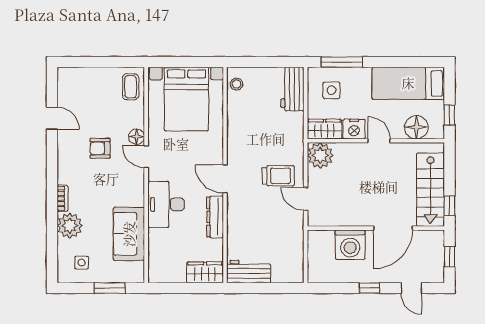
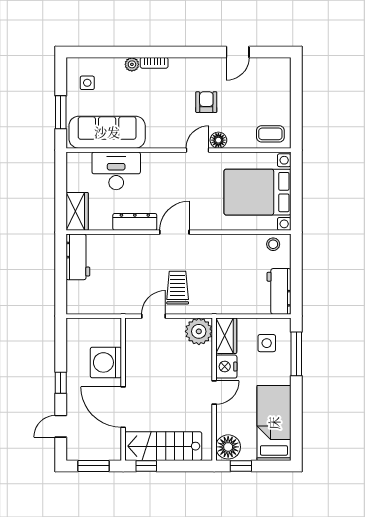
workbench: (292, 89) -> (279, 291), moved, turned -90
floor lamp: (416, 127) -> (228, 447), moved
trolley: (278, 176) -> (178, 288), turned 180
desk: (166, 204) -> (116, 171), moved
plant: (70, 226) -> (132, 64), width x0.53, depth x0.53
sofa: (129, 234) -> (107, 132), width x1.36
window: (449, 257) -> (94, 466), width x1.50

